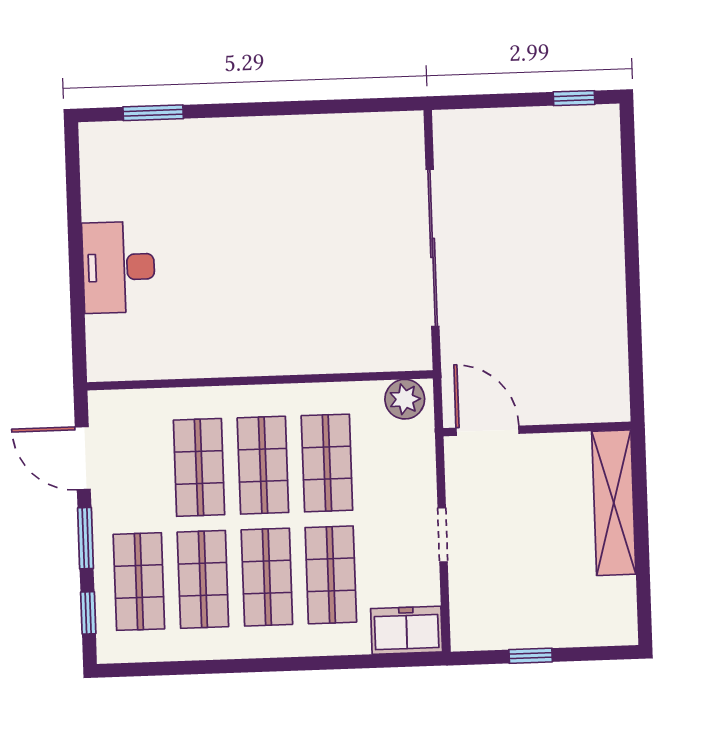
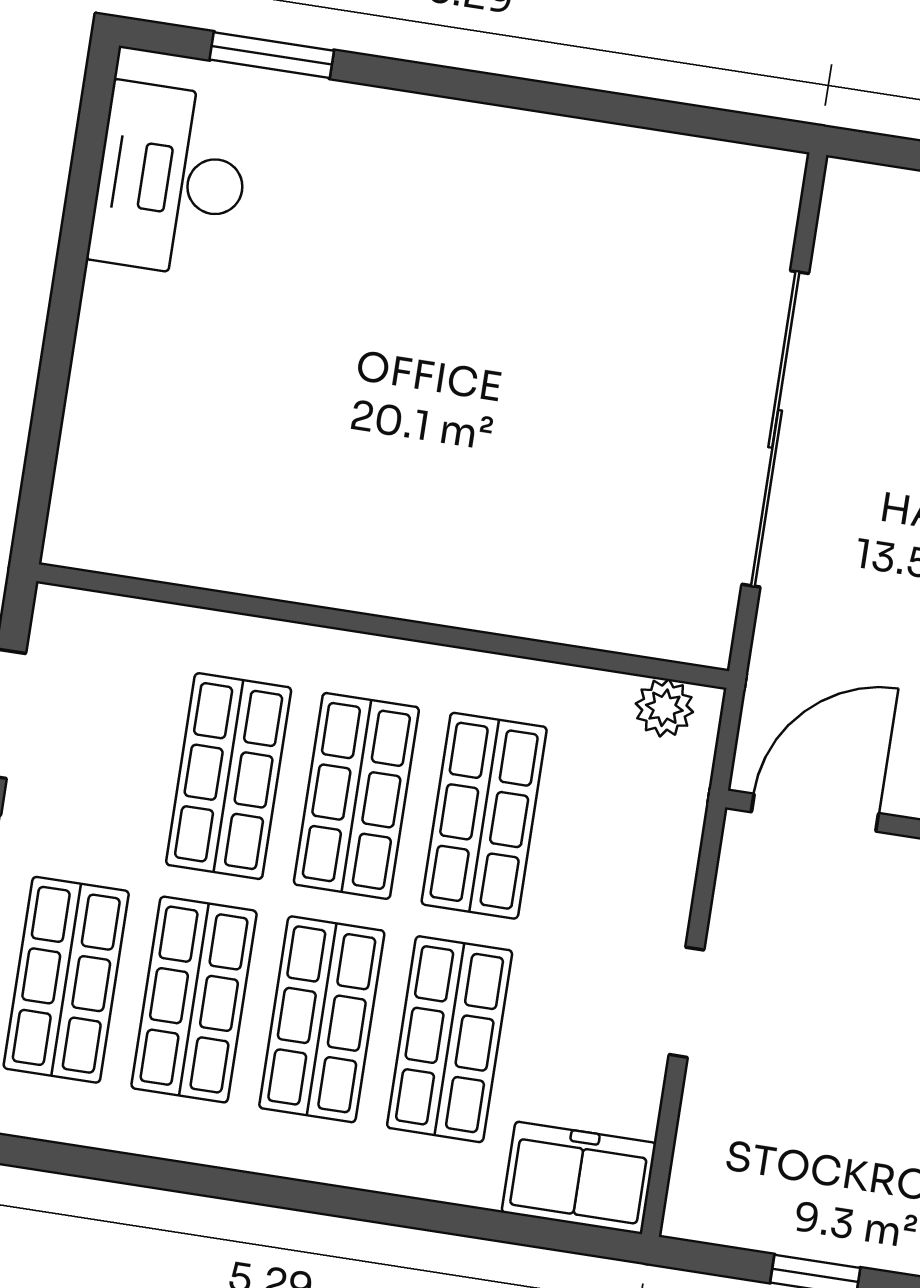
desk: (119, 267) -> (171, 180), moved
plant: (405, 399) -> (664, 708), width x0.73, depth x0.73
door: (488, 431) -> (815, 813), hinge flipped

